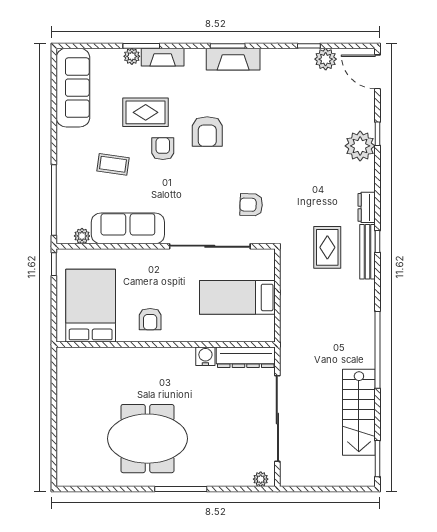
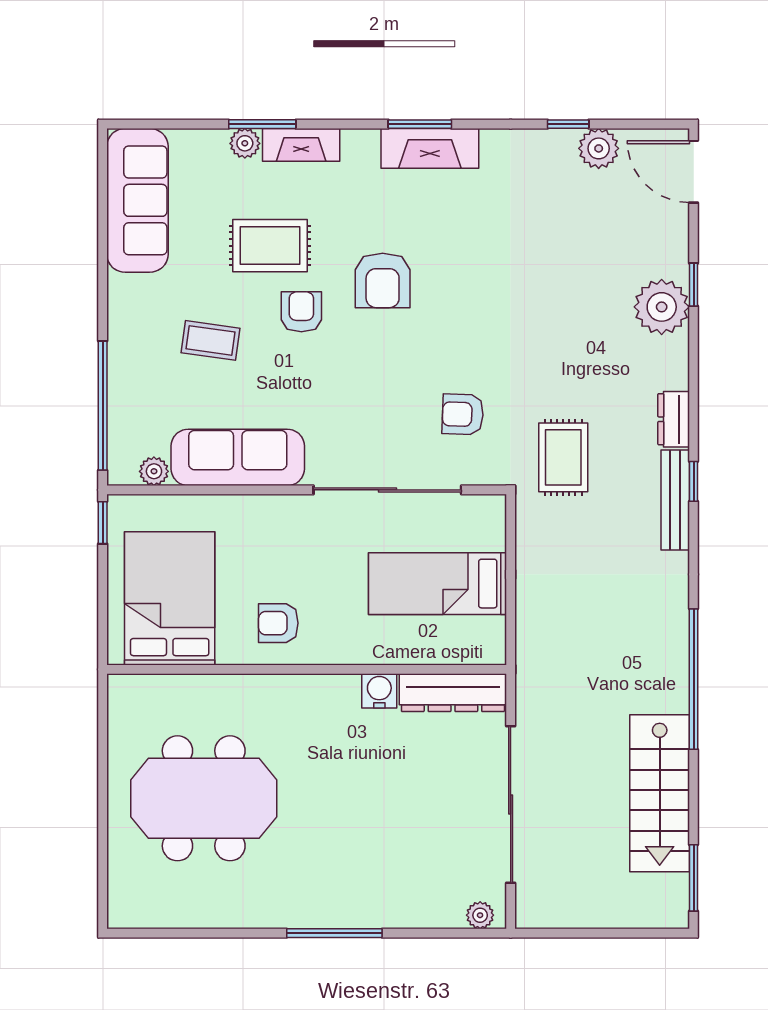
rug: (327, 247) -> (563, 457), moved
armchair: (150, 319) -> (278, 623), turned 90
meeting table: (147, 439) -> (204, 798), moved

